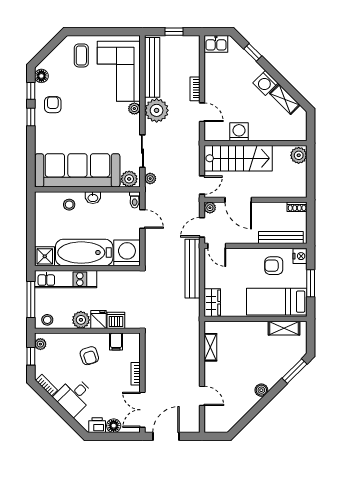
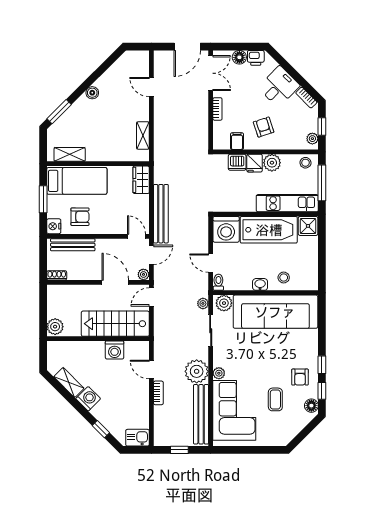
coffee table: (81, 55) -> (275, 399), moved

